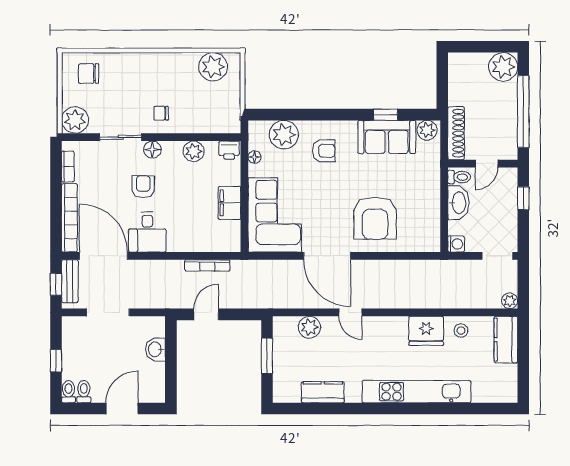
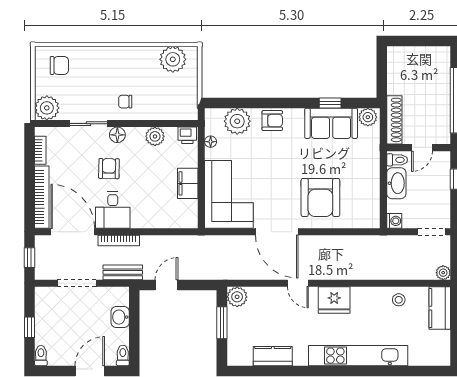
plant: (503, 67) -> (437, 59), removed
chair: (89, 74) -> (59, 65), turned 180
armchair: (324, 151) -> (272, 121), moved
bookcase: (207, 265) -> (119, 240), moved
bench: (70, 281) -> (123, 272), moved, turned 90
plant: (309, 327) -> (237, 297), moved
fridge: (426, 331) -> (334, 300), moved
toilet: (84, 392) -> (123, 355), moved

